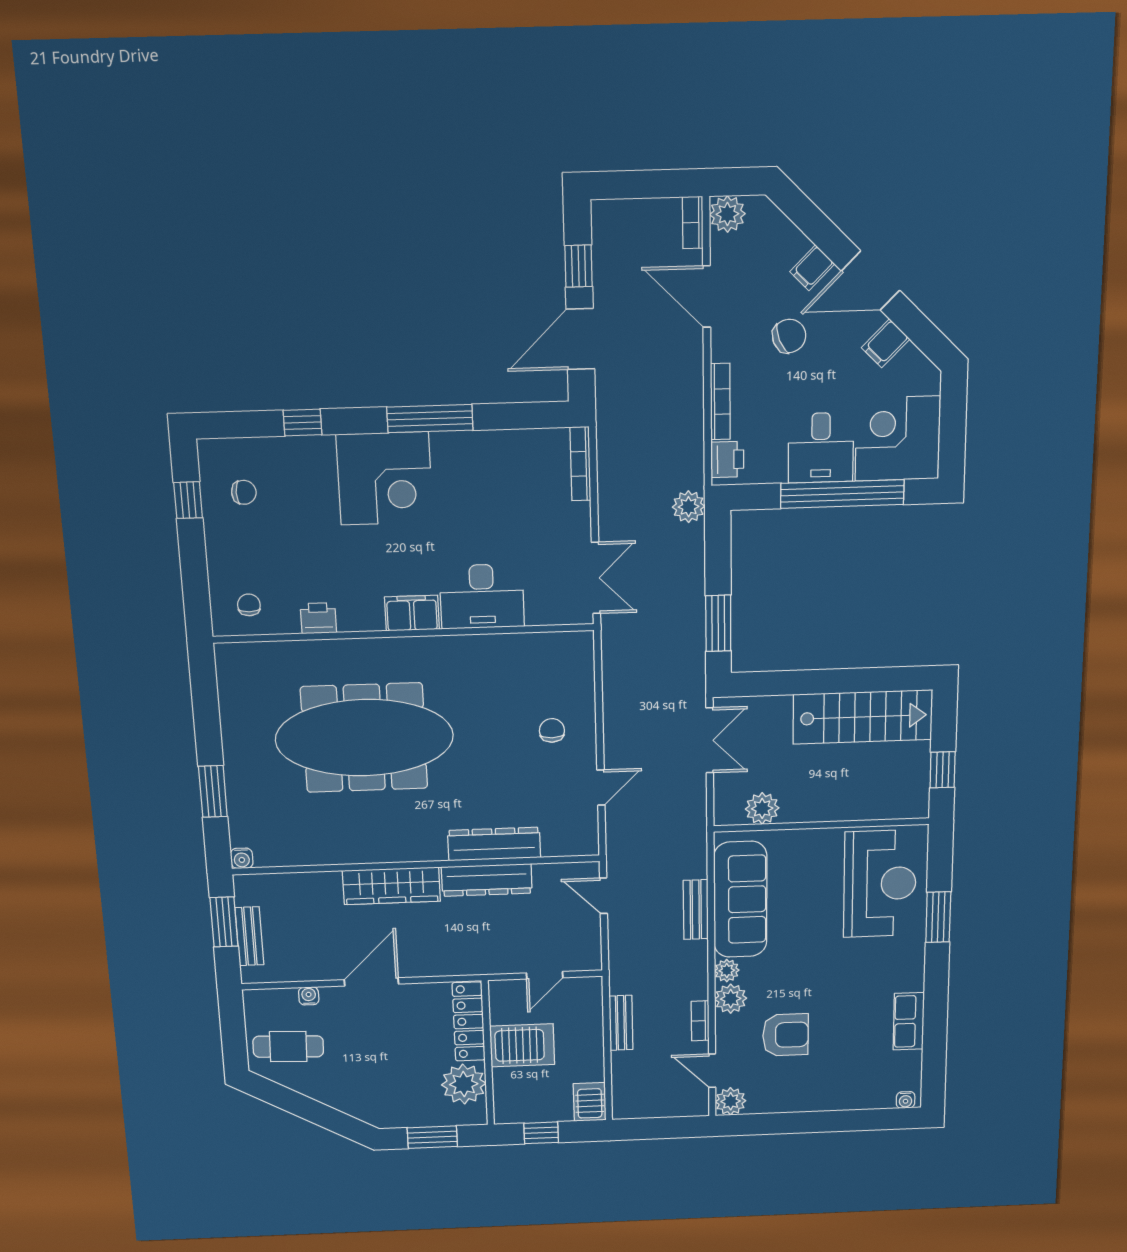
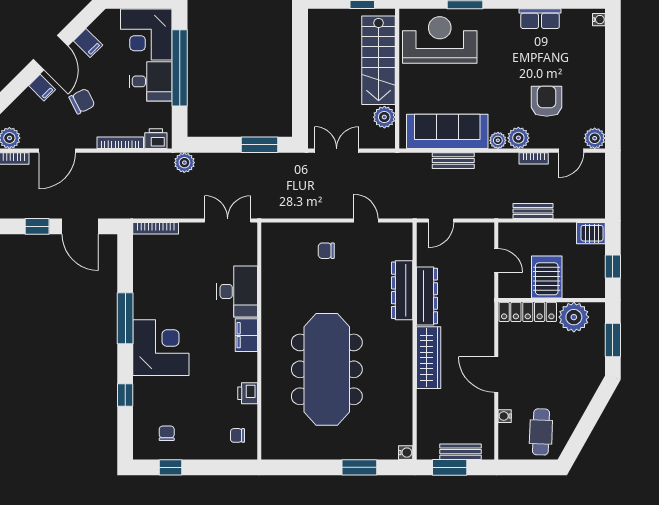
chair: (789, 336) -> (82, 101), turned 85
stairs: (863, 717) -> (379, 60), moved, turned 180

